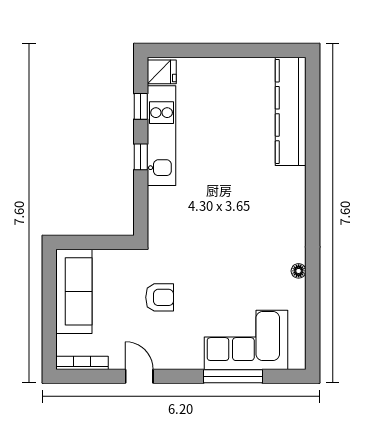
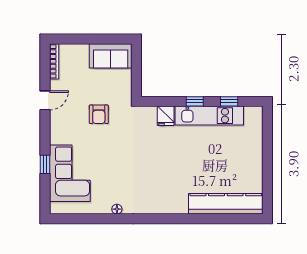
fridge: (162, 72) -> (166, 116), moved
sofa: (74, 291) -> (111, 56), width x0.73
window: (233, 376) -> (45, 164), width x0.46

